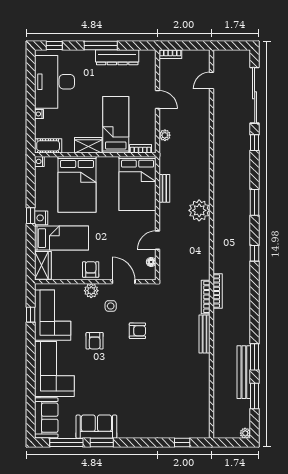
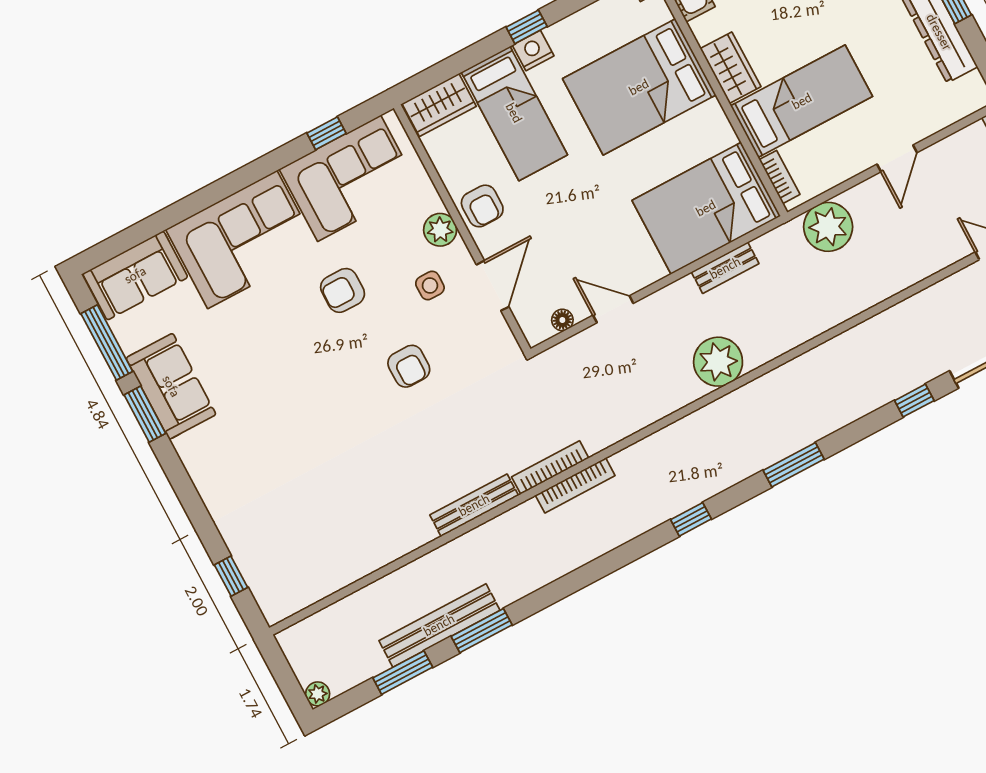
plant: (165, 135) -> (828, 227), width x1.88, depth x1.88
armchair: (91, 269) -> (482, 206), turned 90

